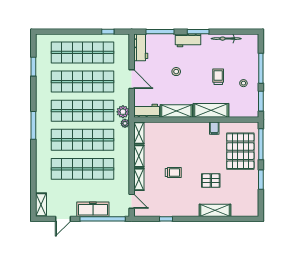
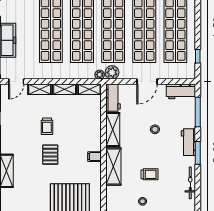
filing cabinet: (214, 128) -> (94, 157), moved
pallet: (211, 181) -> (50, 155), moved

